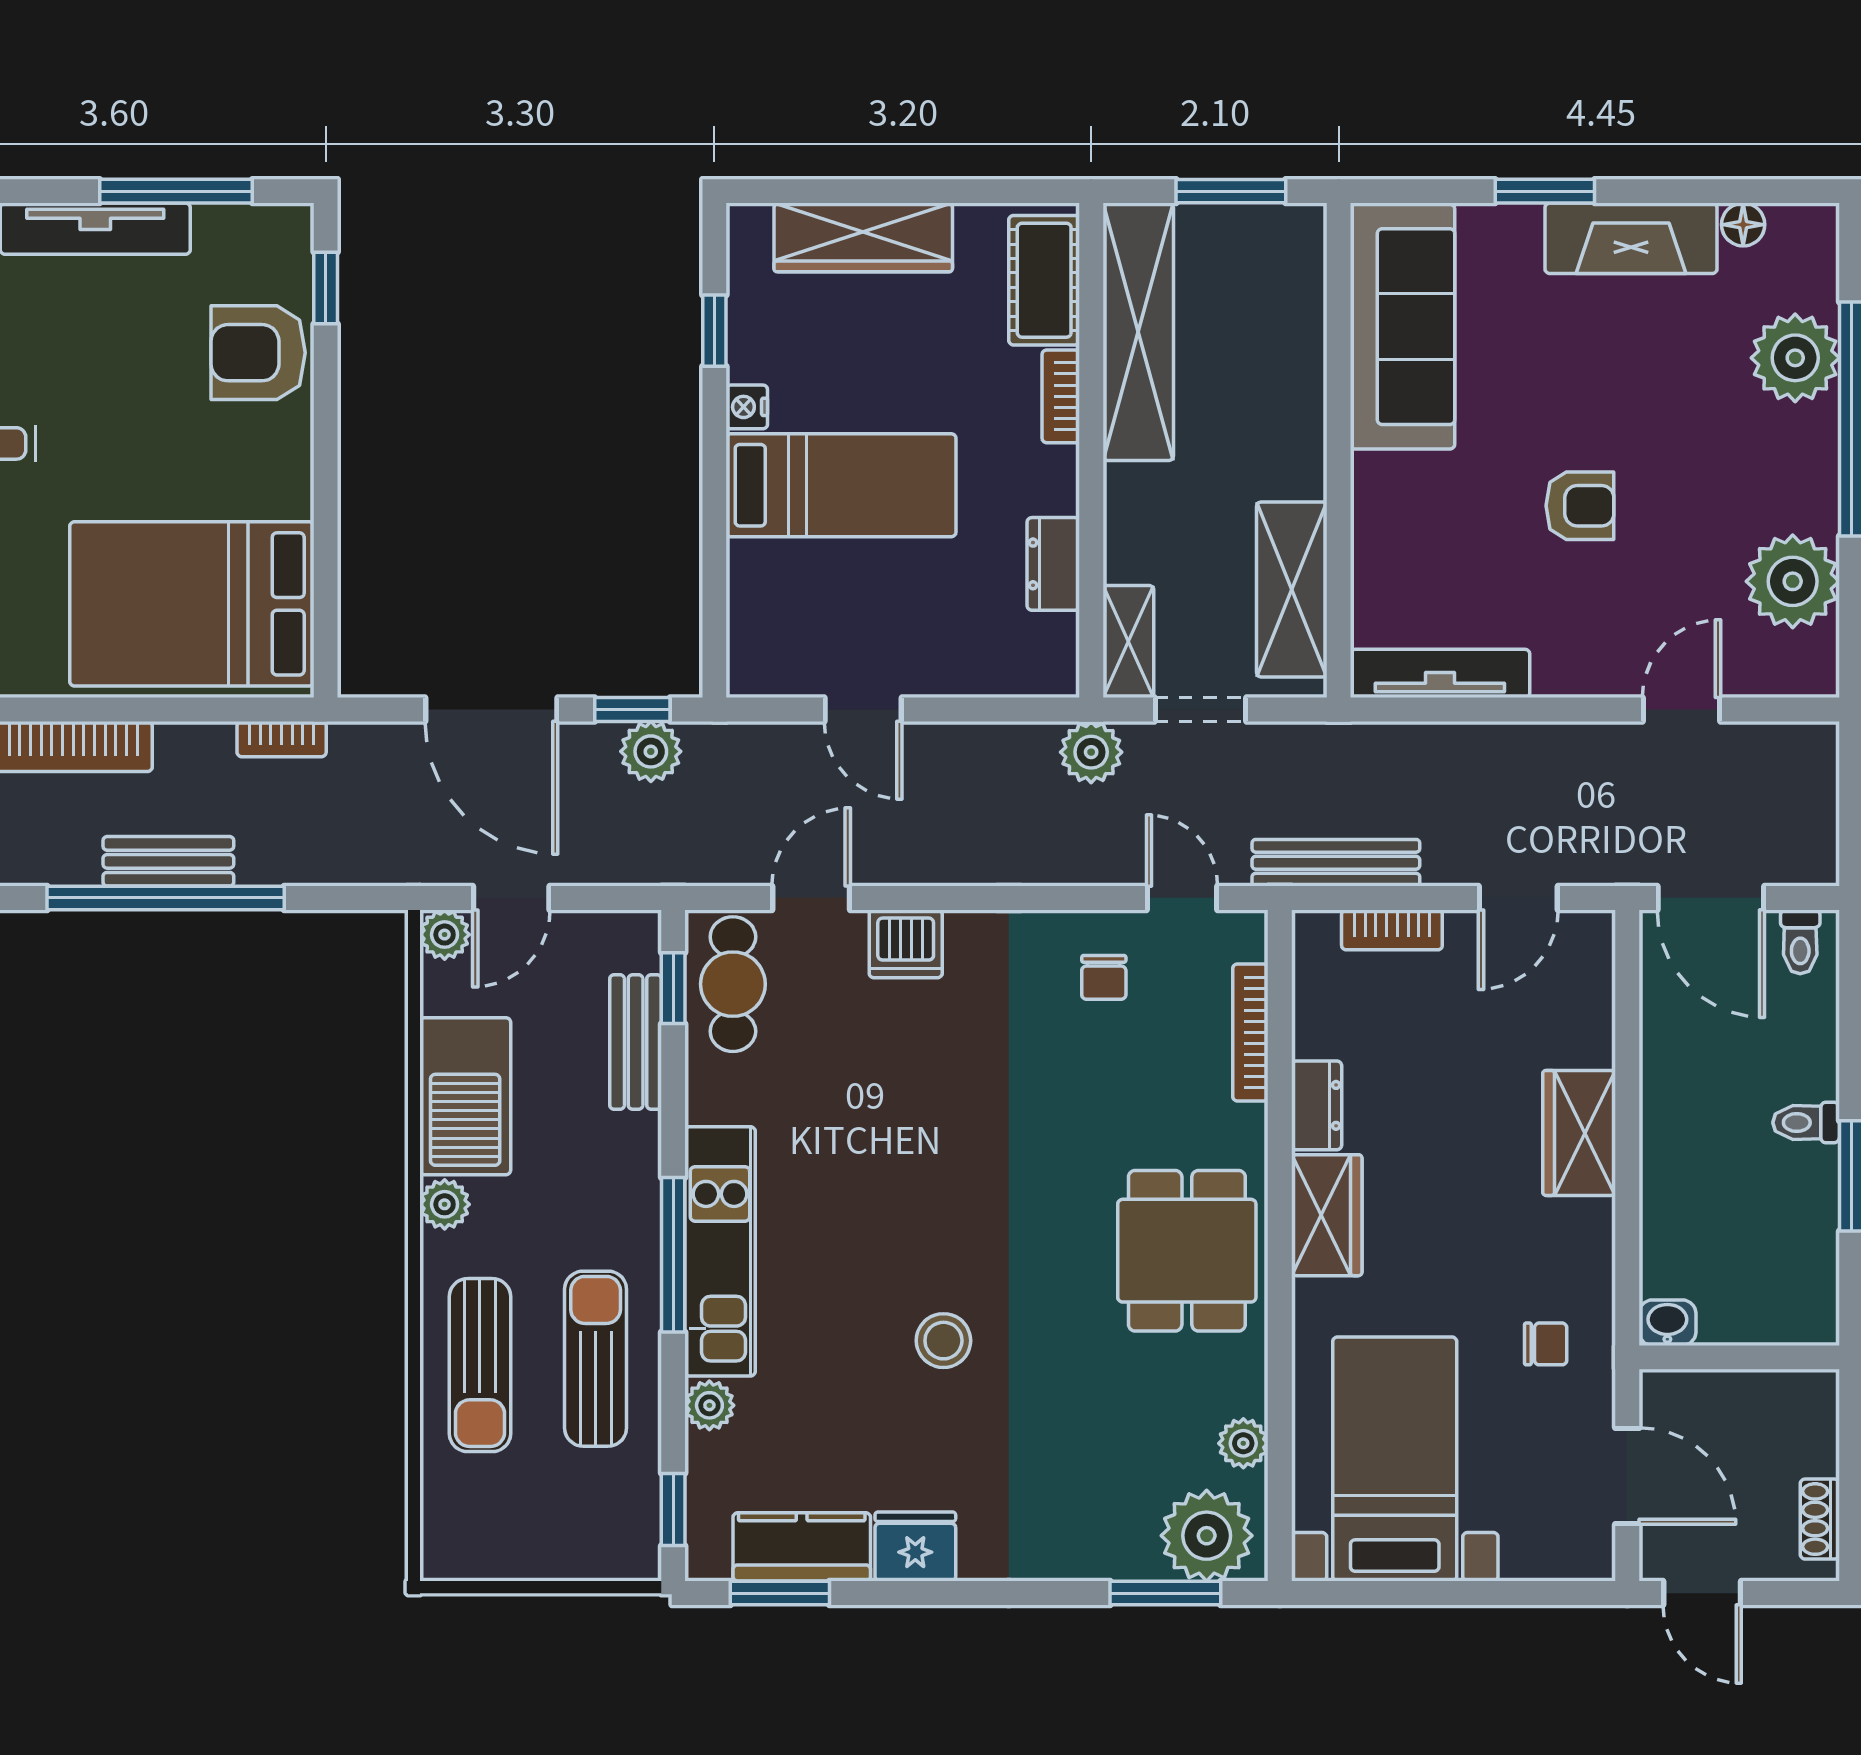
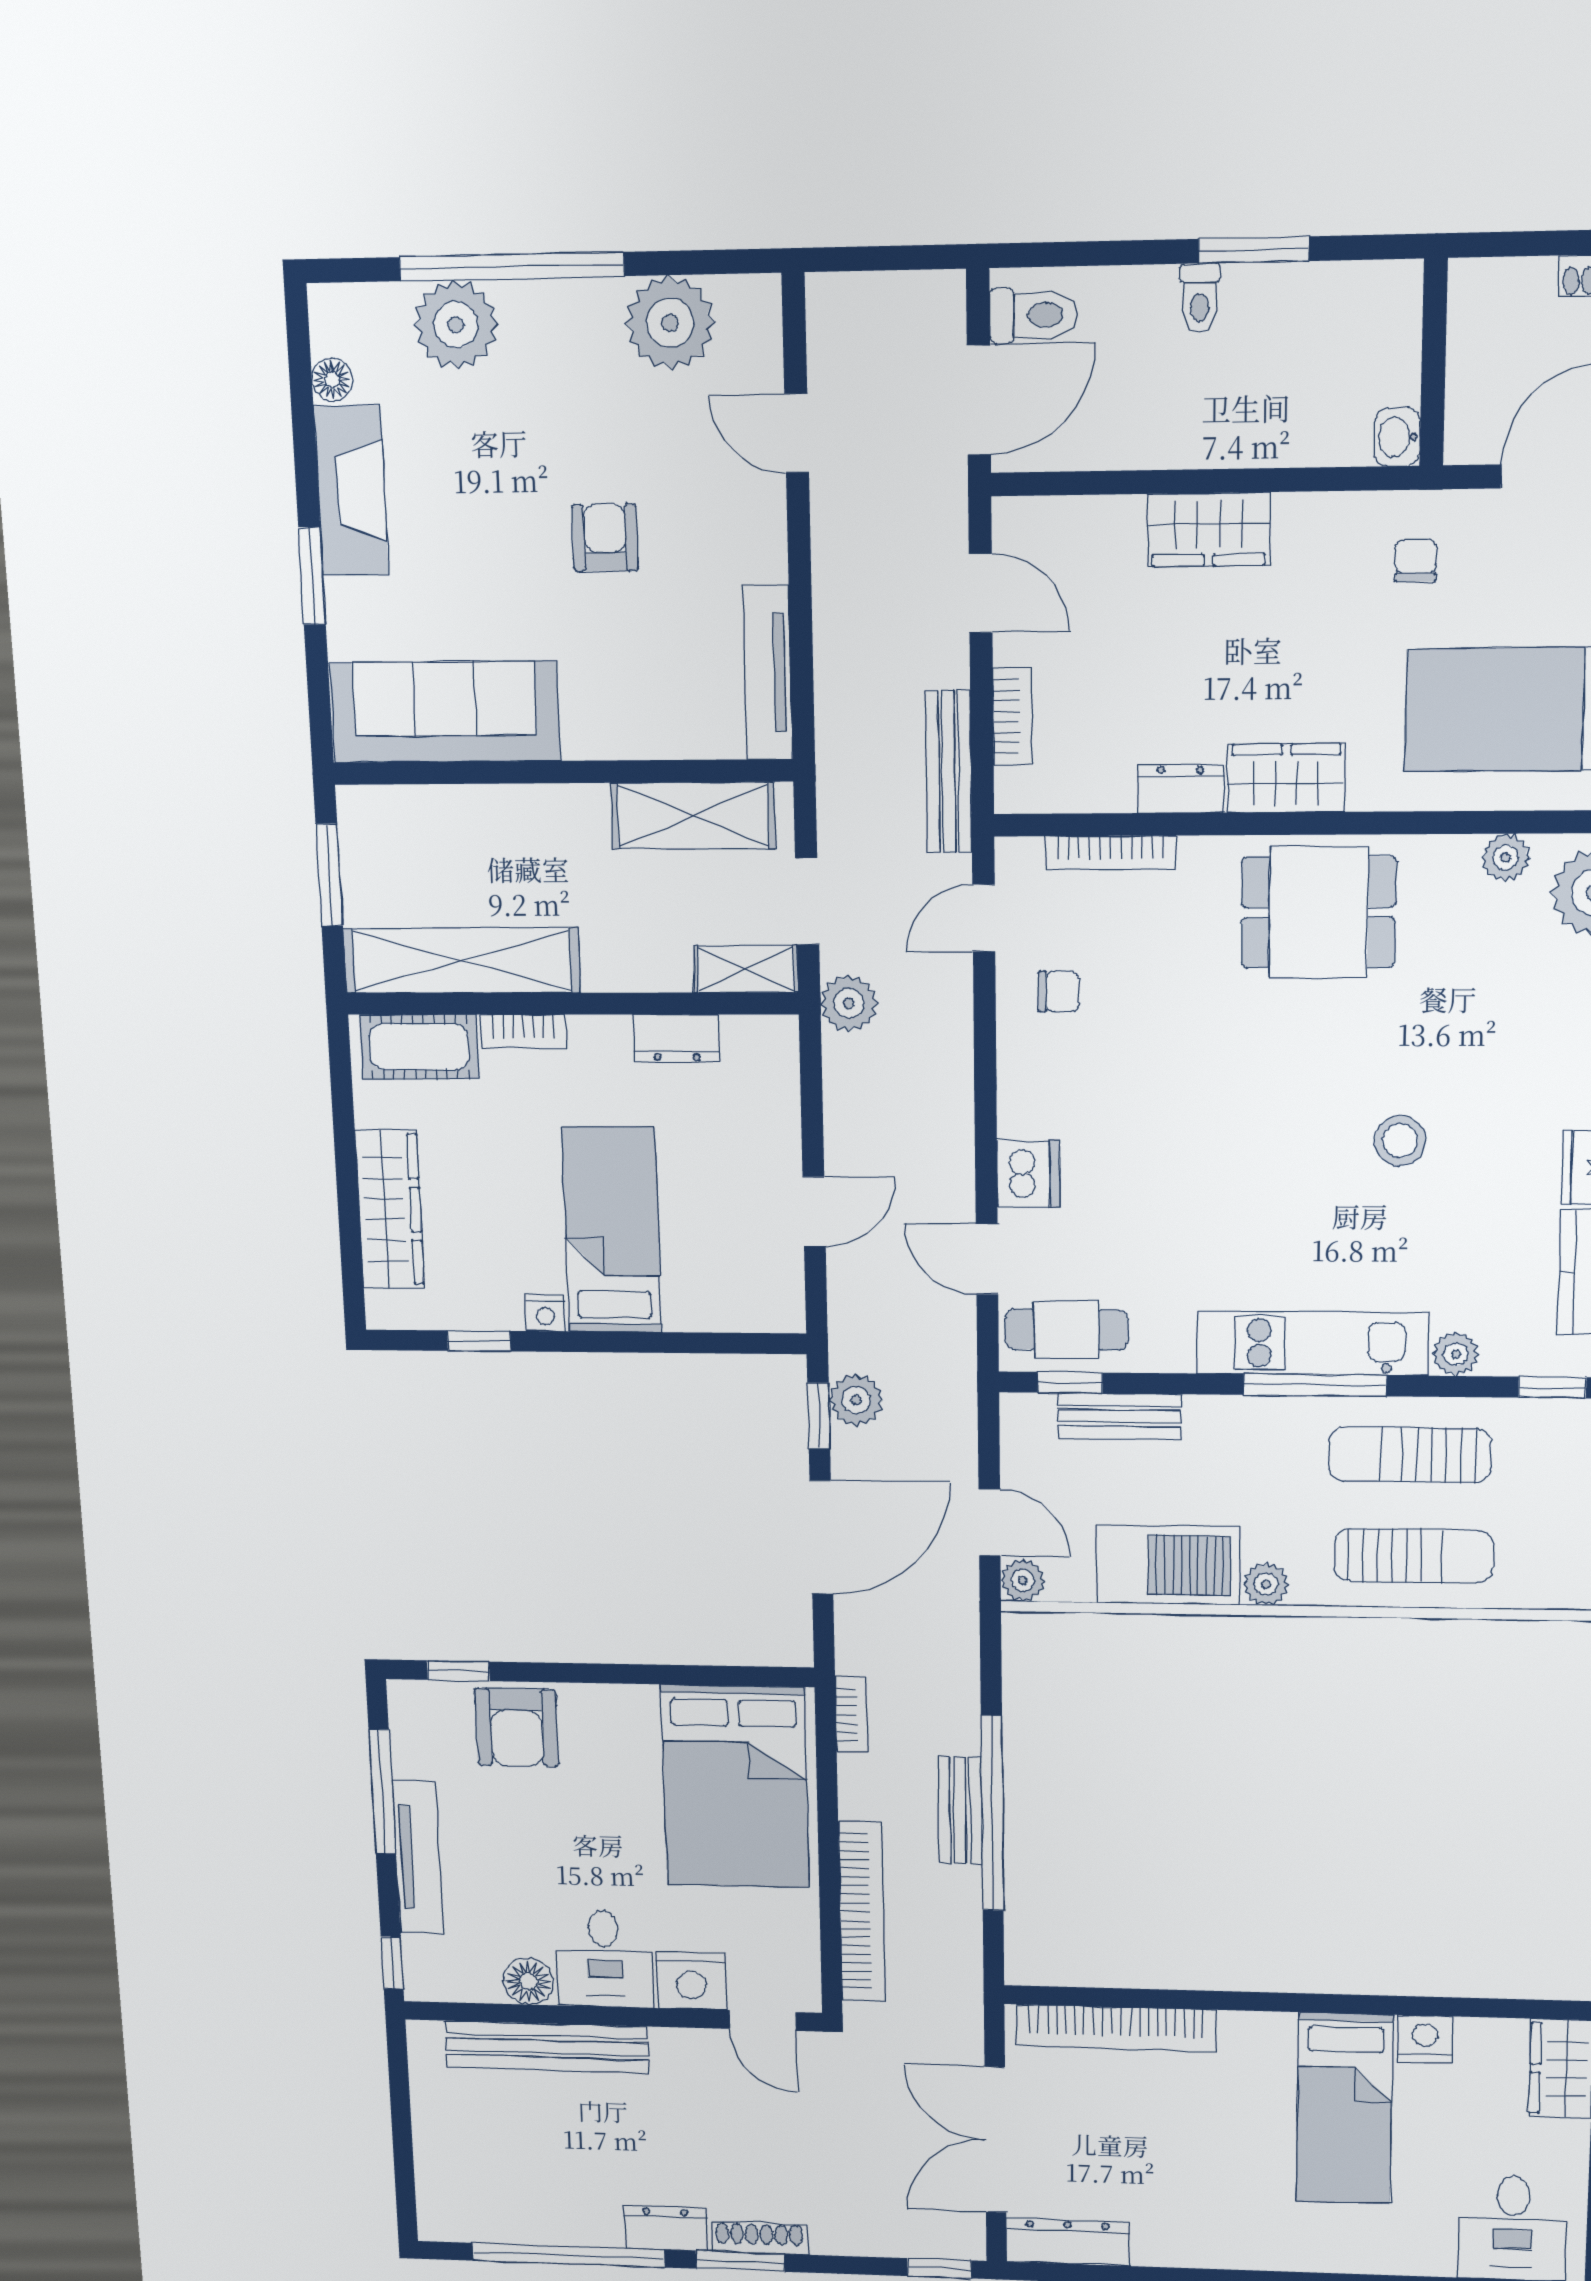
toilet: (1800, 942) -> (1033, 315), width x1.37, depth x1.39

